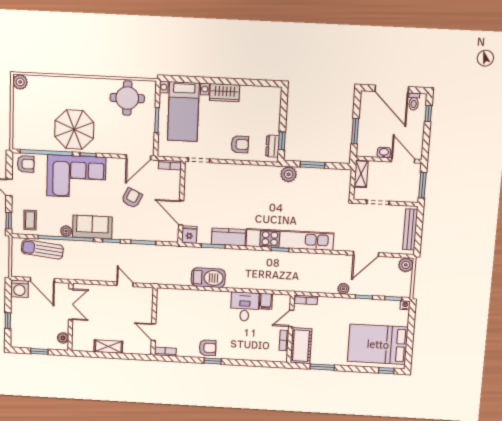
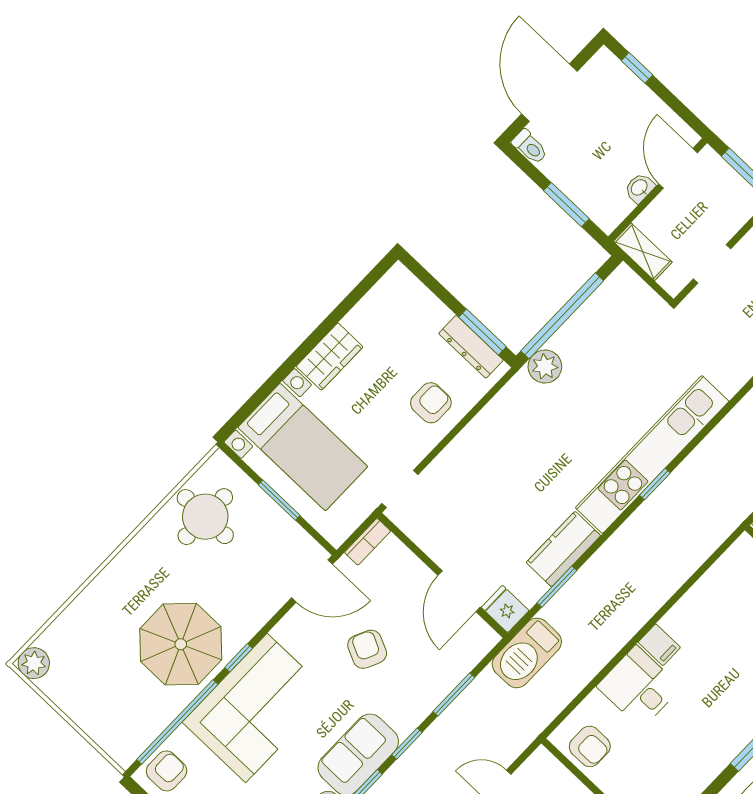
door: (392, 89) -> (549, 93), swing flipped
toilet: (414, 102) -> (530, 147), moved
window: (282, 141) -> (482, 332), width x1.50
dresser: (273, 146) -> (471, 347), width x1.44
door: (138, 157) -> (312, 581), hinge flipped
door: (403, 160) -> (678, 168), hinge flipped
window: (313, 165) -> (562, 316), width x2.11
door: (181, 213) -> (459, 591), hinge flipped
barbecue: (208, 278) -> (527, 653), moved, turned 180
filing cabinet: (266, 301) -> (659, 645), moved
desk: (245, 307) -> (639, 687), moved
armchair: (208, 348) -> (590, 746), moved, turned 90

